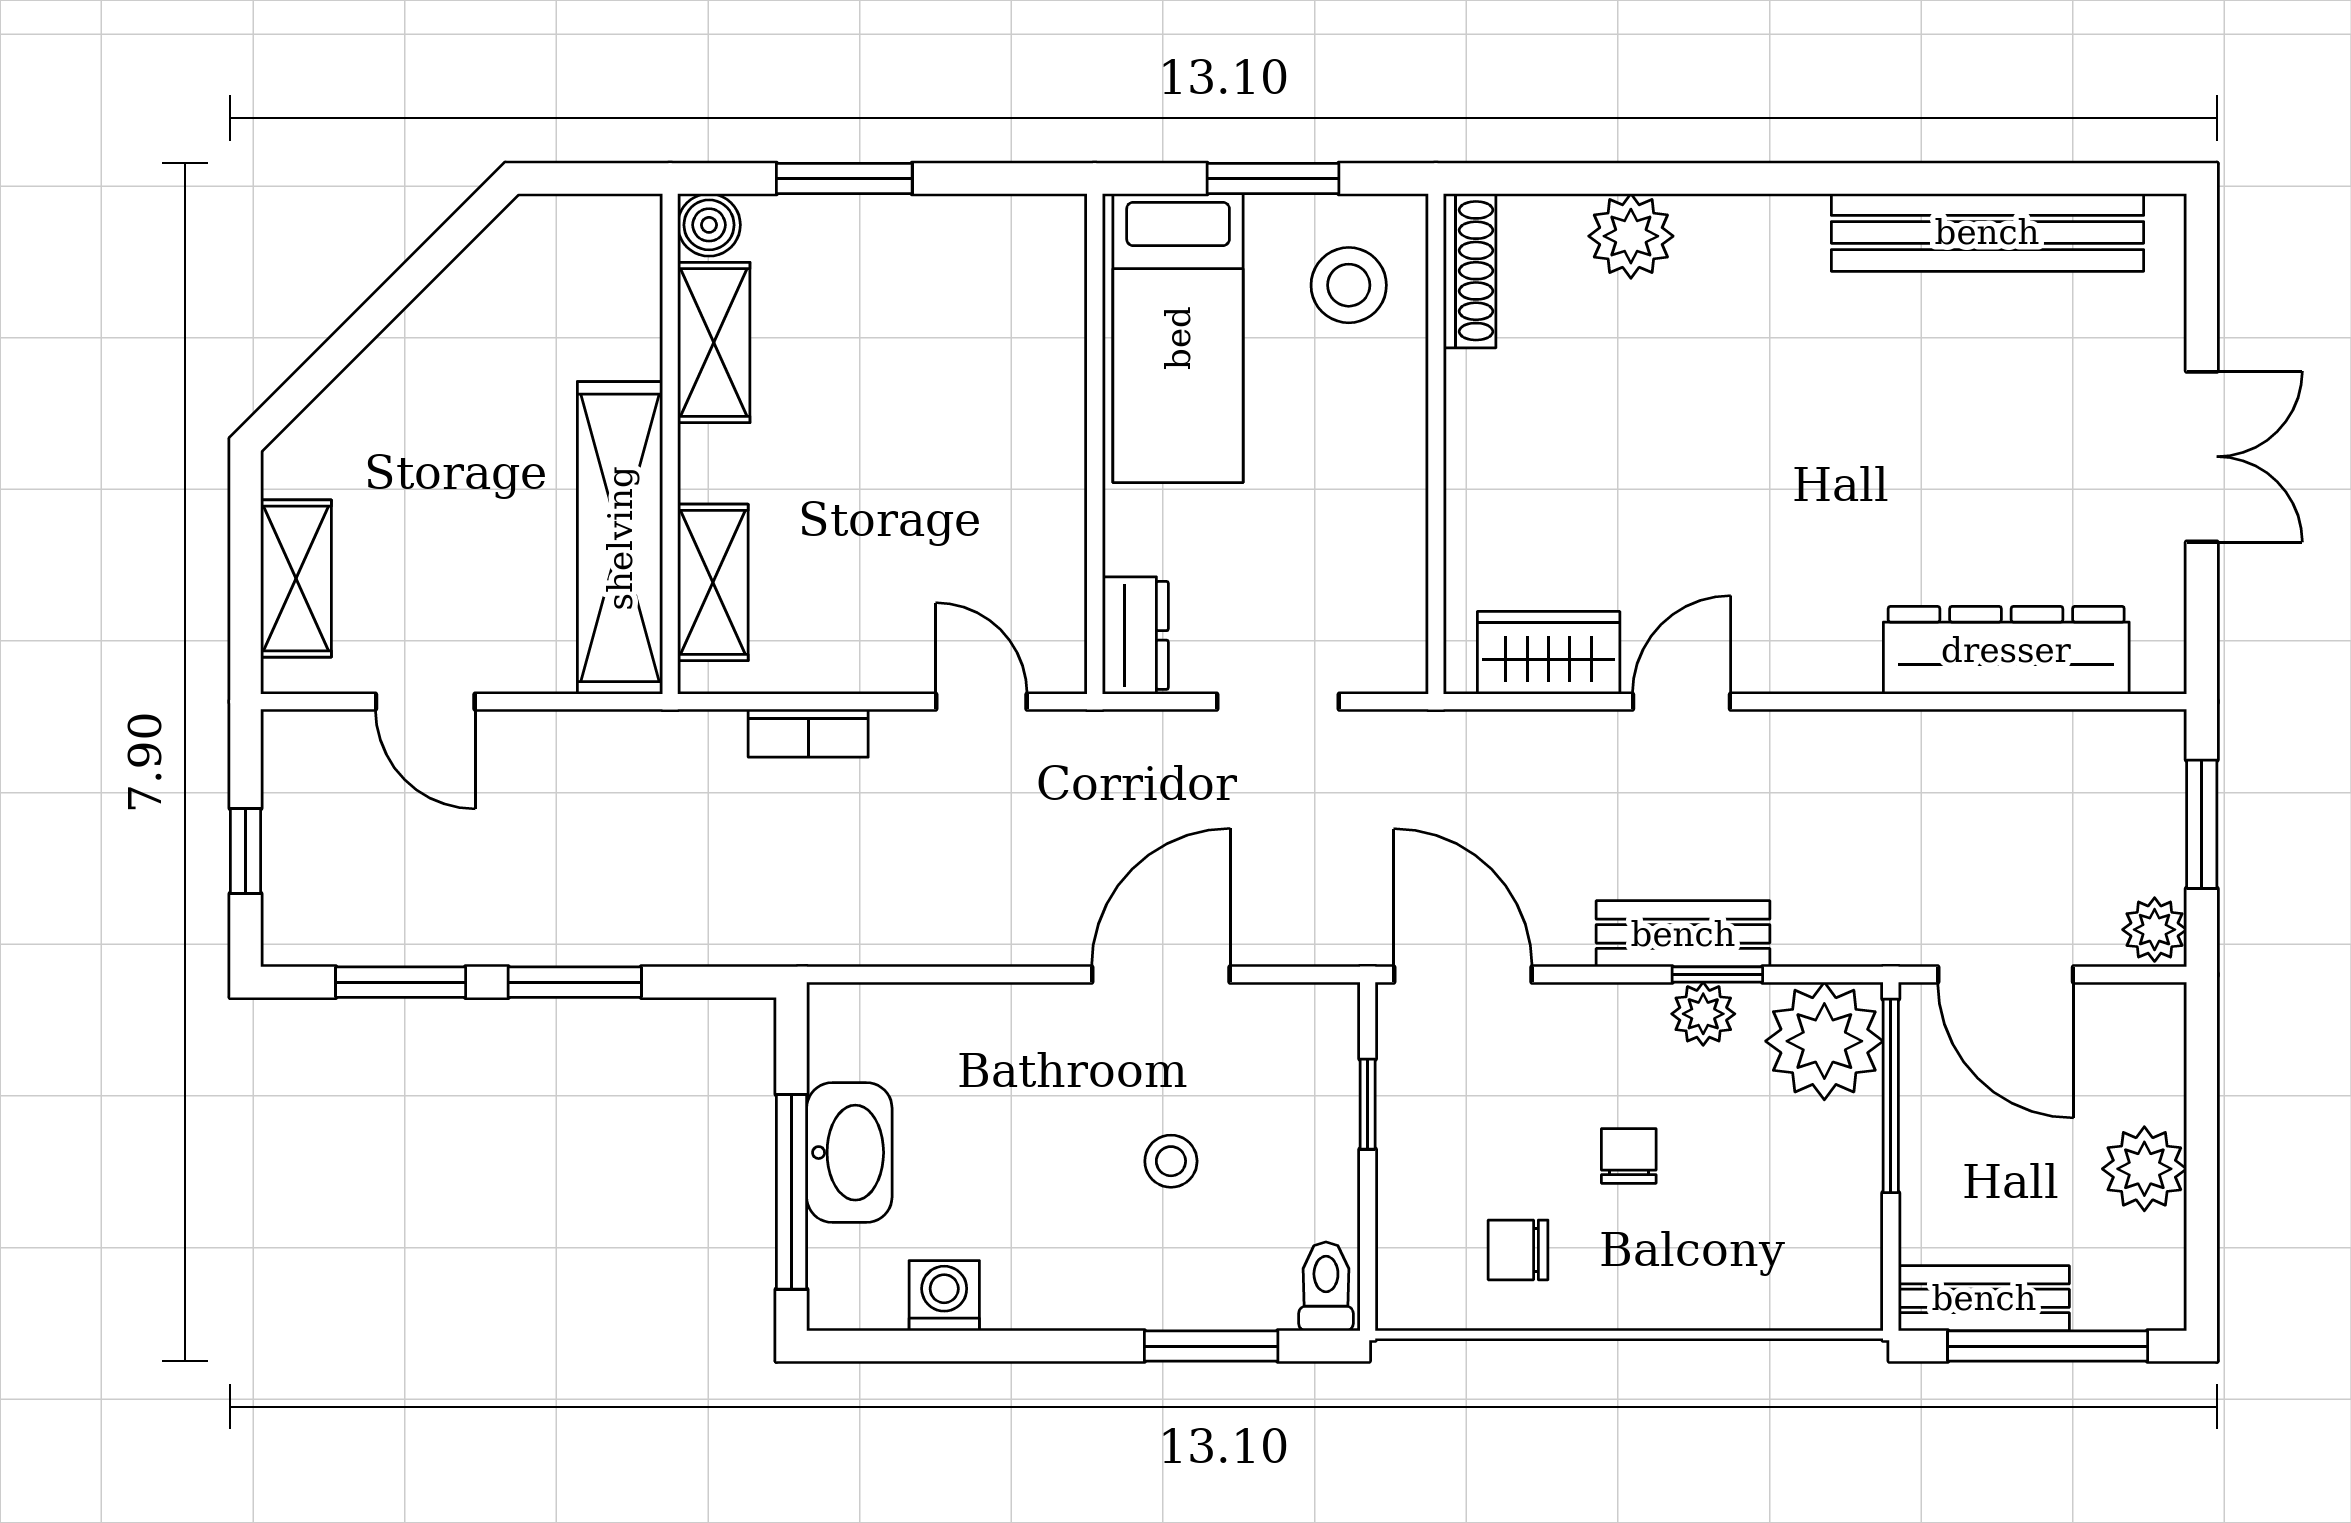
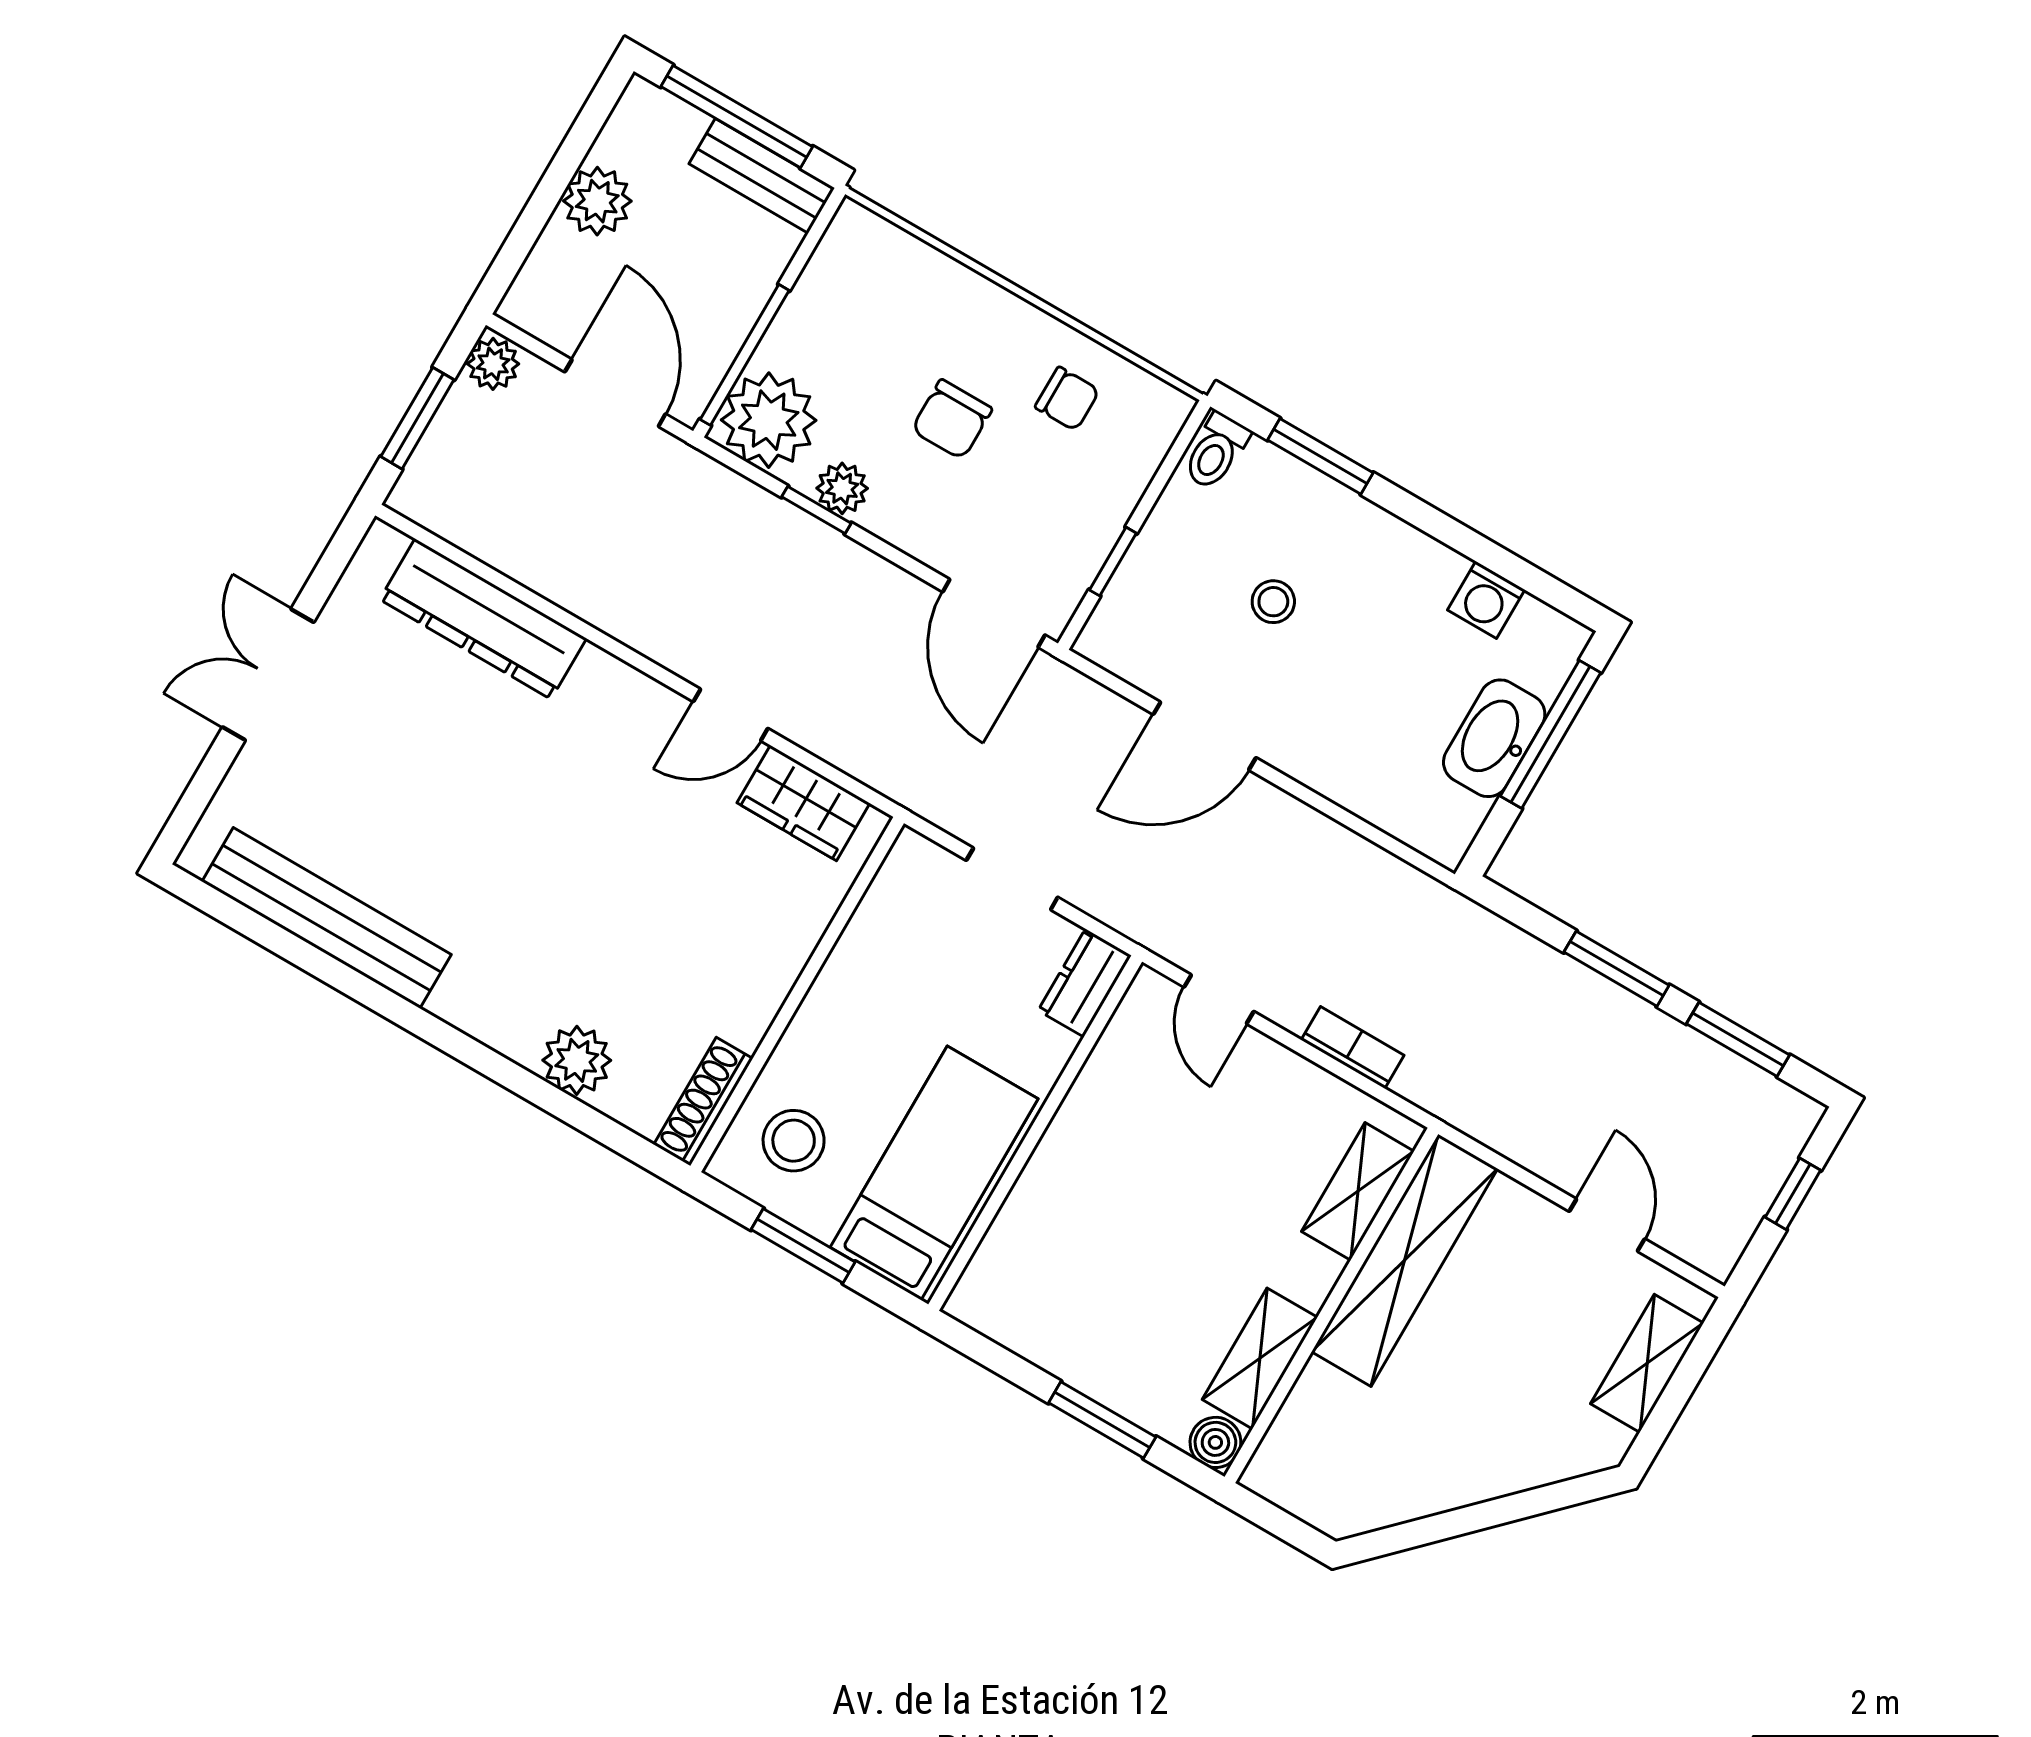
bench: (1683, 934) -> (824, 552), removed
chair: (1629, 1156) -> (952, 419), width x1.37, depth x1.37

